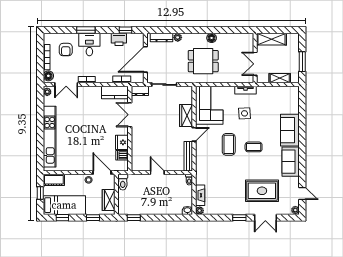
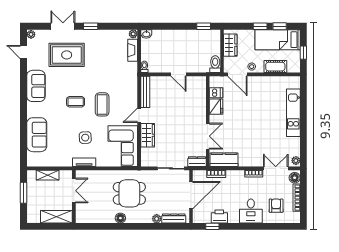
window: (86, 30) -> (255, 226), removed
sofa: (290, 130) -> (37, 135), moved
kitchen unit: (50, 137) -> (293, 113), width x0.73
cot: (54, 180) -> (275, 67), moved
window: (93, 218) -> (260, 26), moved

